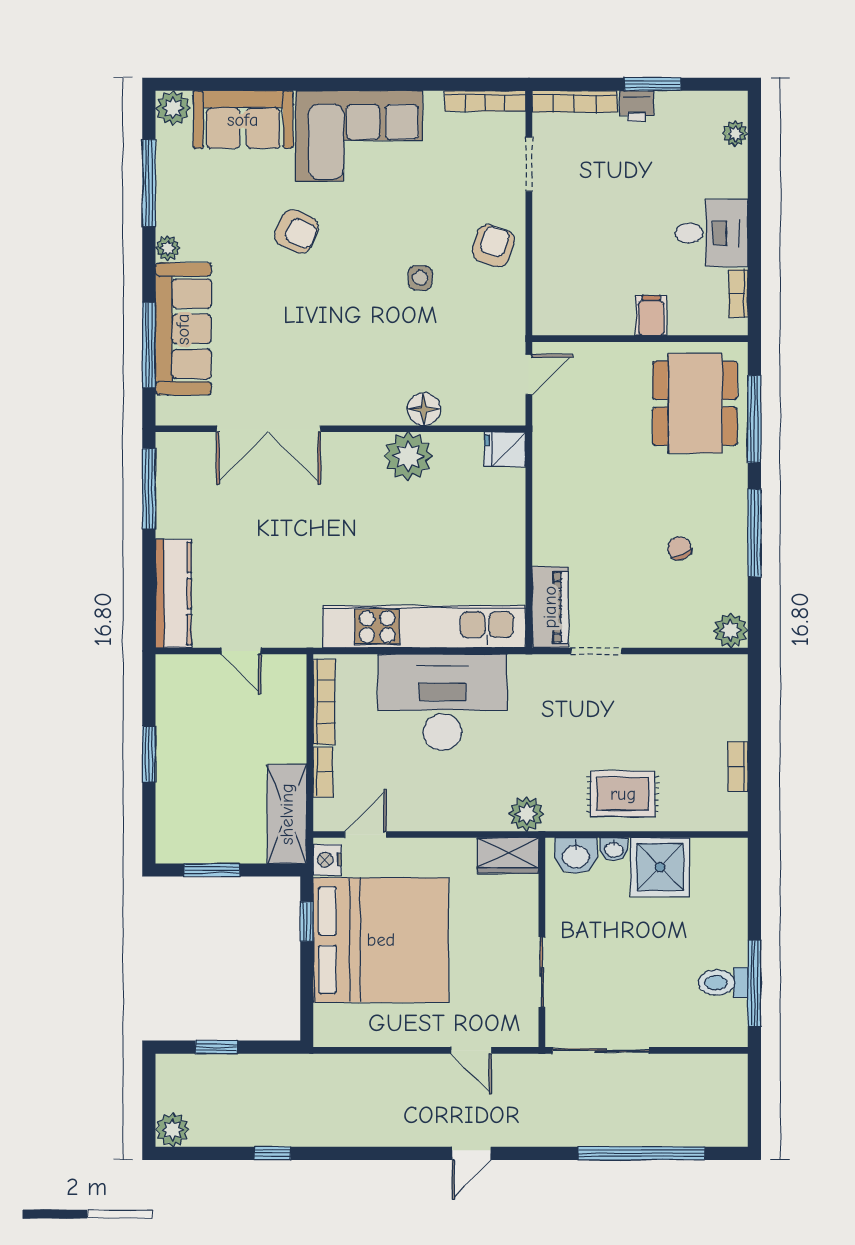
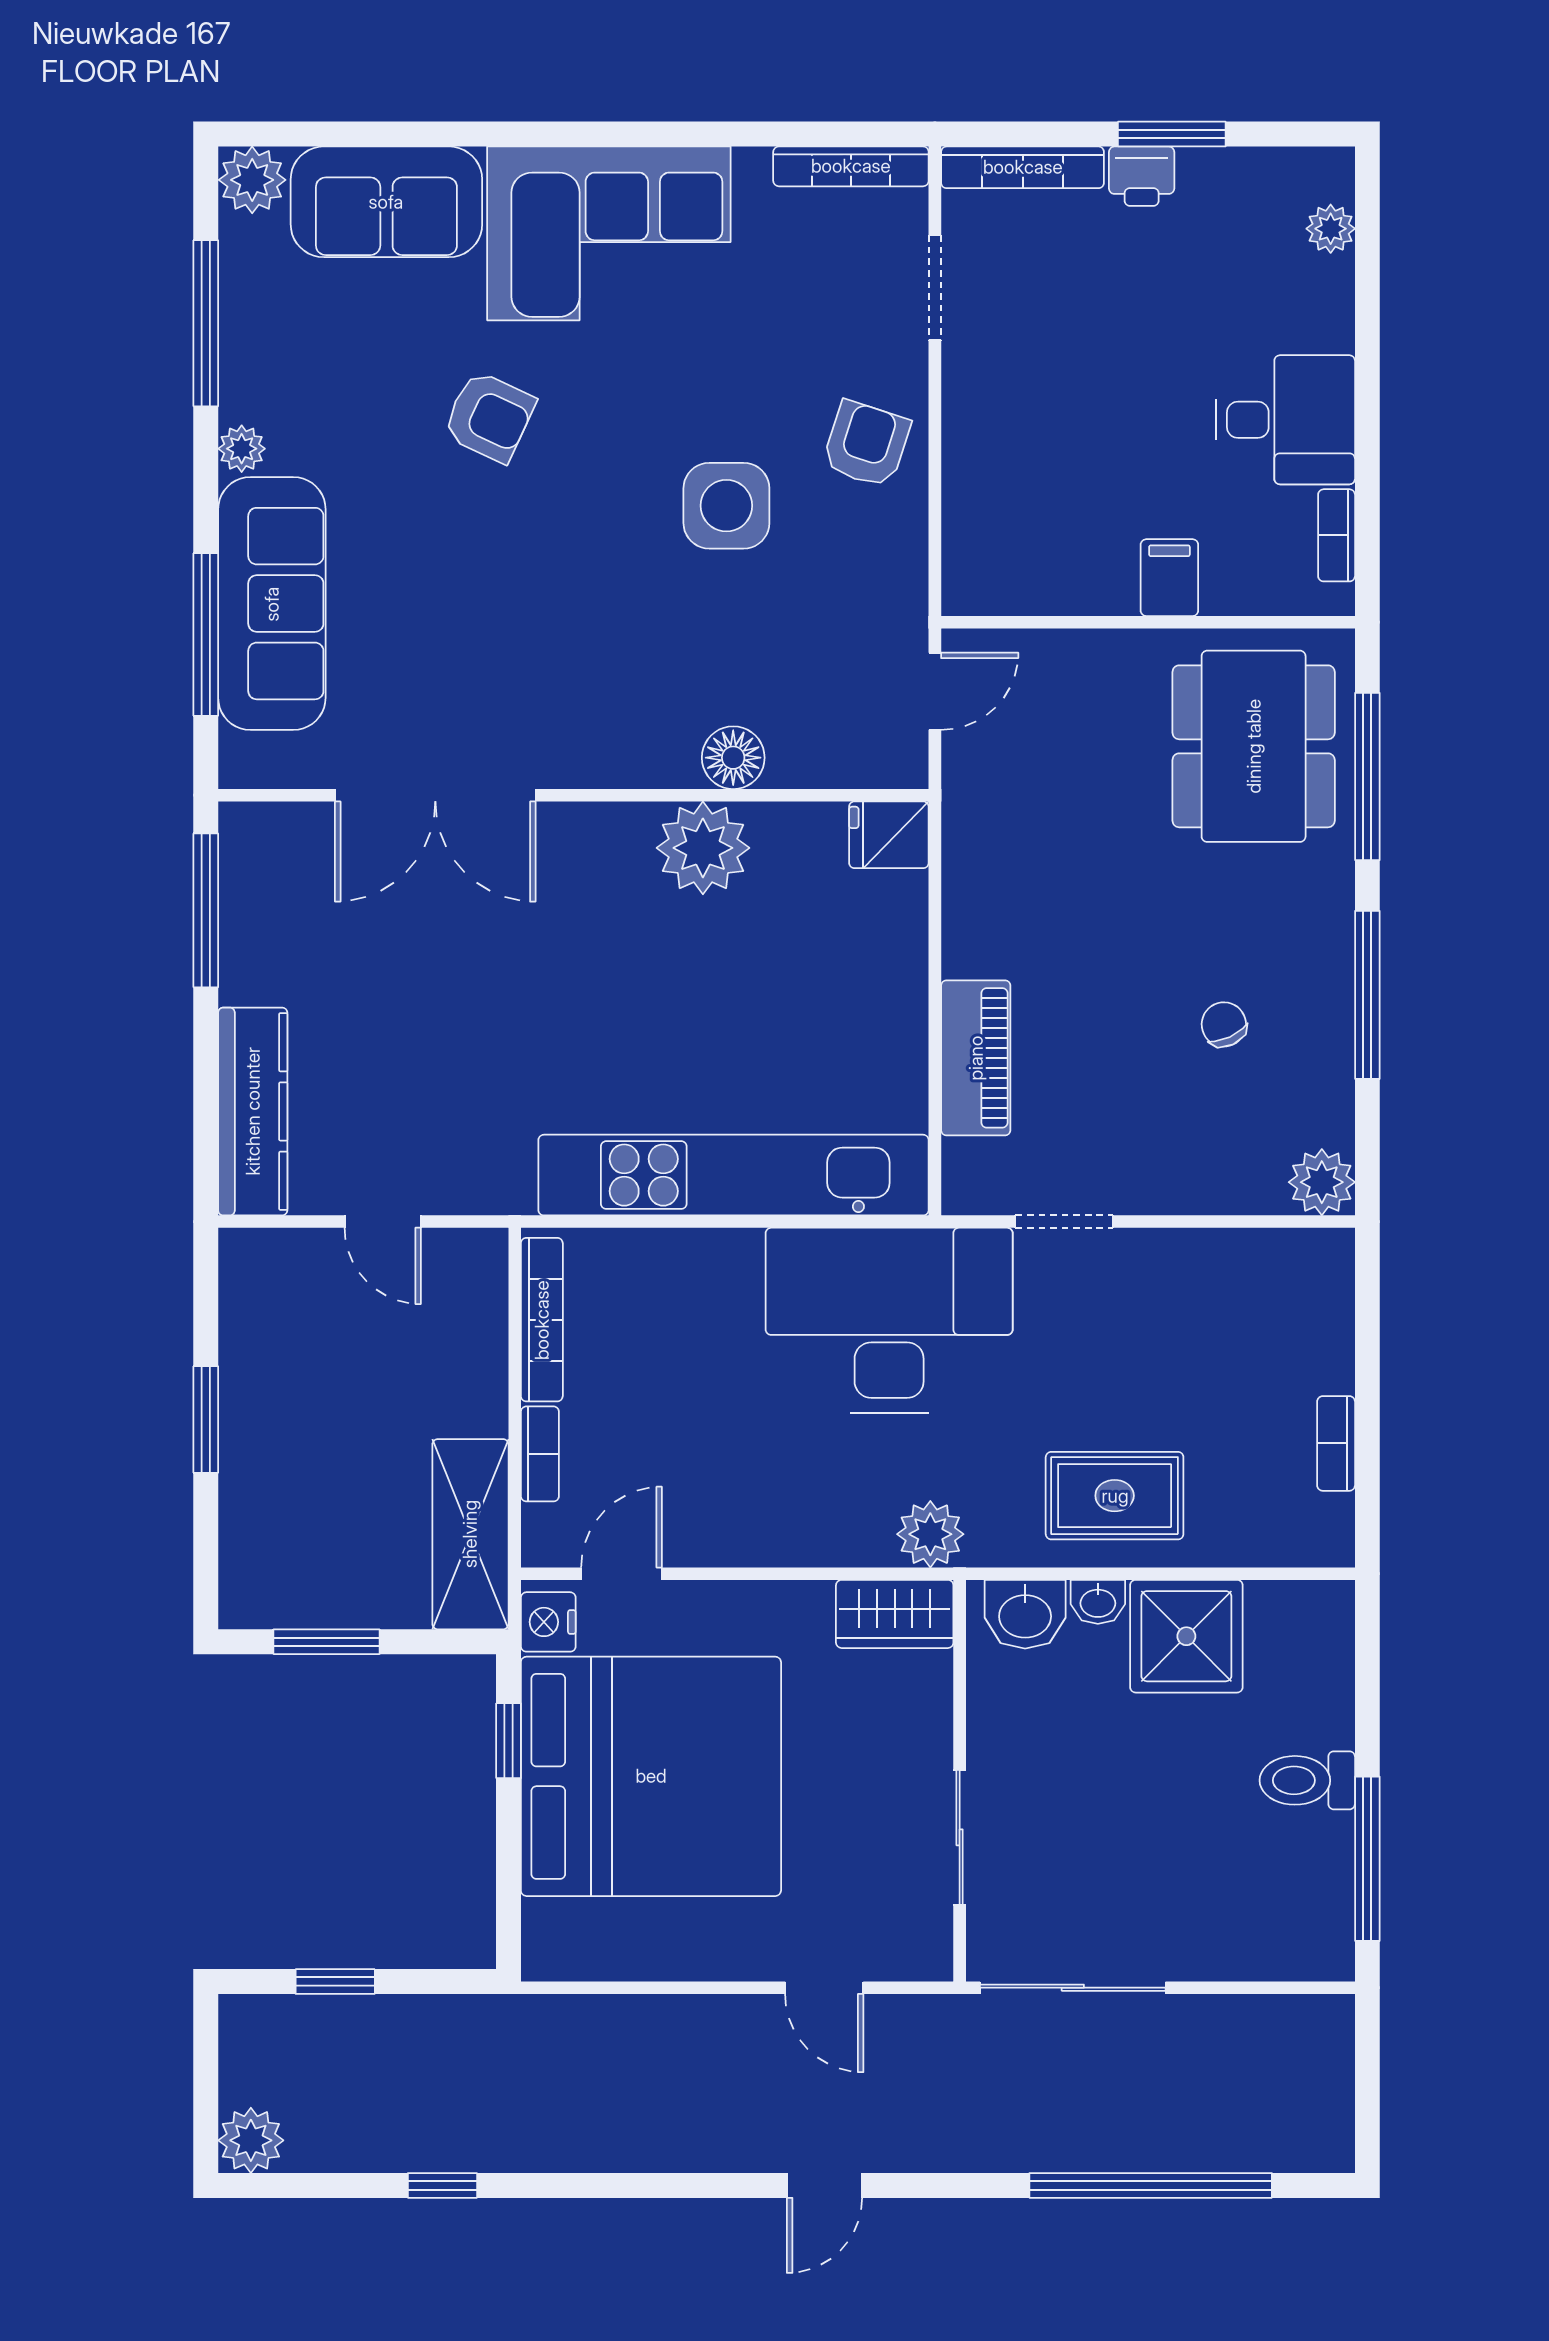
side table: (420, 278) -> (726, 506), width x1.87, depth x1.87
piano: (550, 607) -> (976, 1058), moved
desk: (442, 702) -> (889, 1320), moved
toilet: (723, 983) -> (1307, 1780), moved

